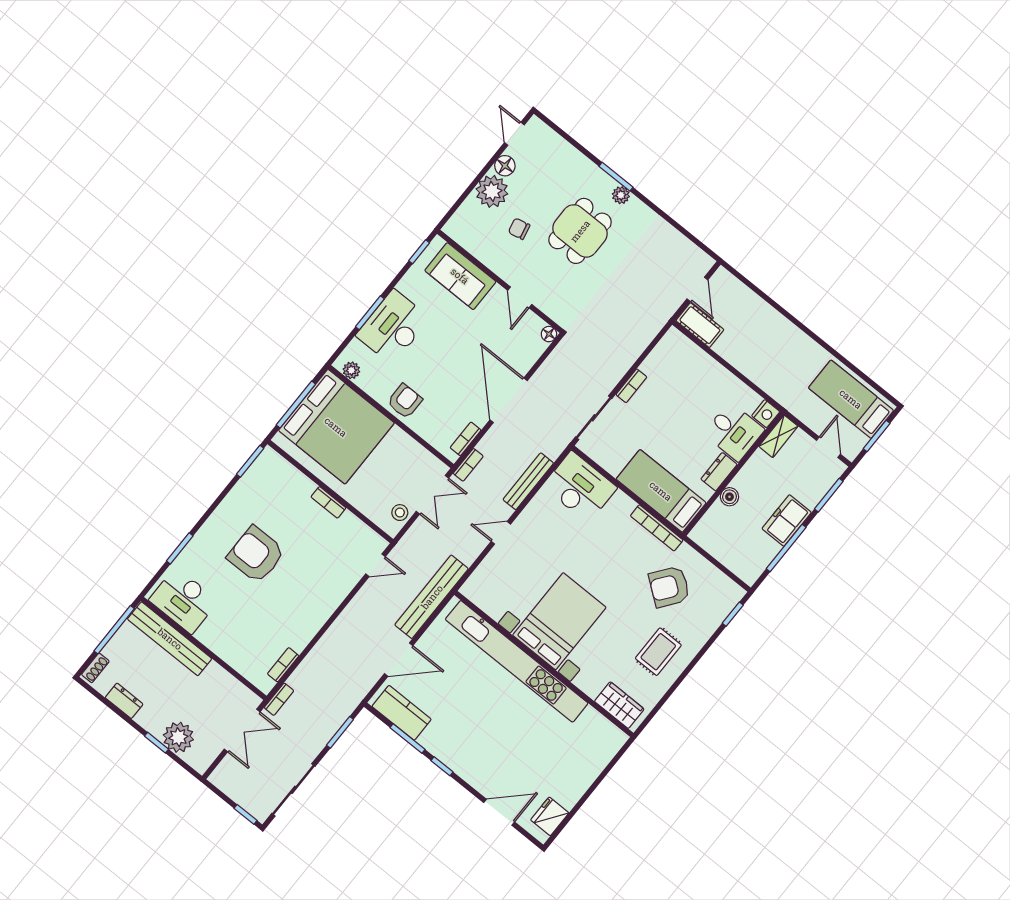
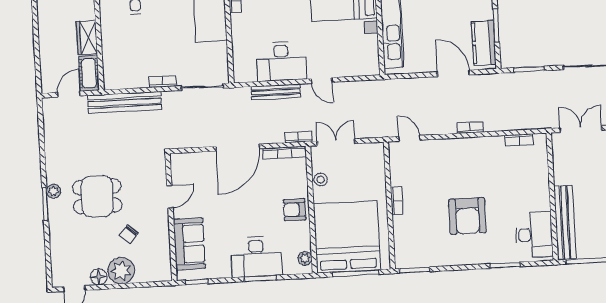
chair: (519, 229) -> (129, 234), turned 54
floor lamp: (549, 334) -> (176, 159), removed
wardrobe: (735, 353) -> (87, 37), added
bookcase: (466, 439) -> (284, 153), width x1.56
desk: (580, 487) -> (281, 61), moved, turned -90
stool: (400, 513) -> (321, 180), moved
bench: (432, 597) -> (125, 102), moved
bookcase: (279, 699) -> (470, 128), moved

